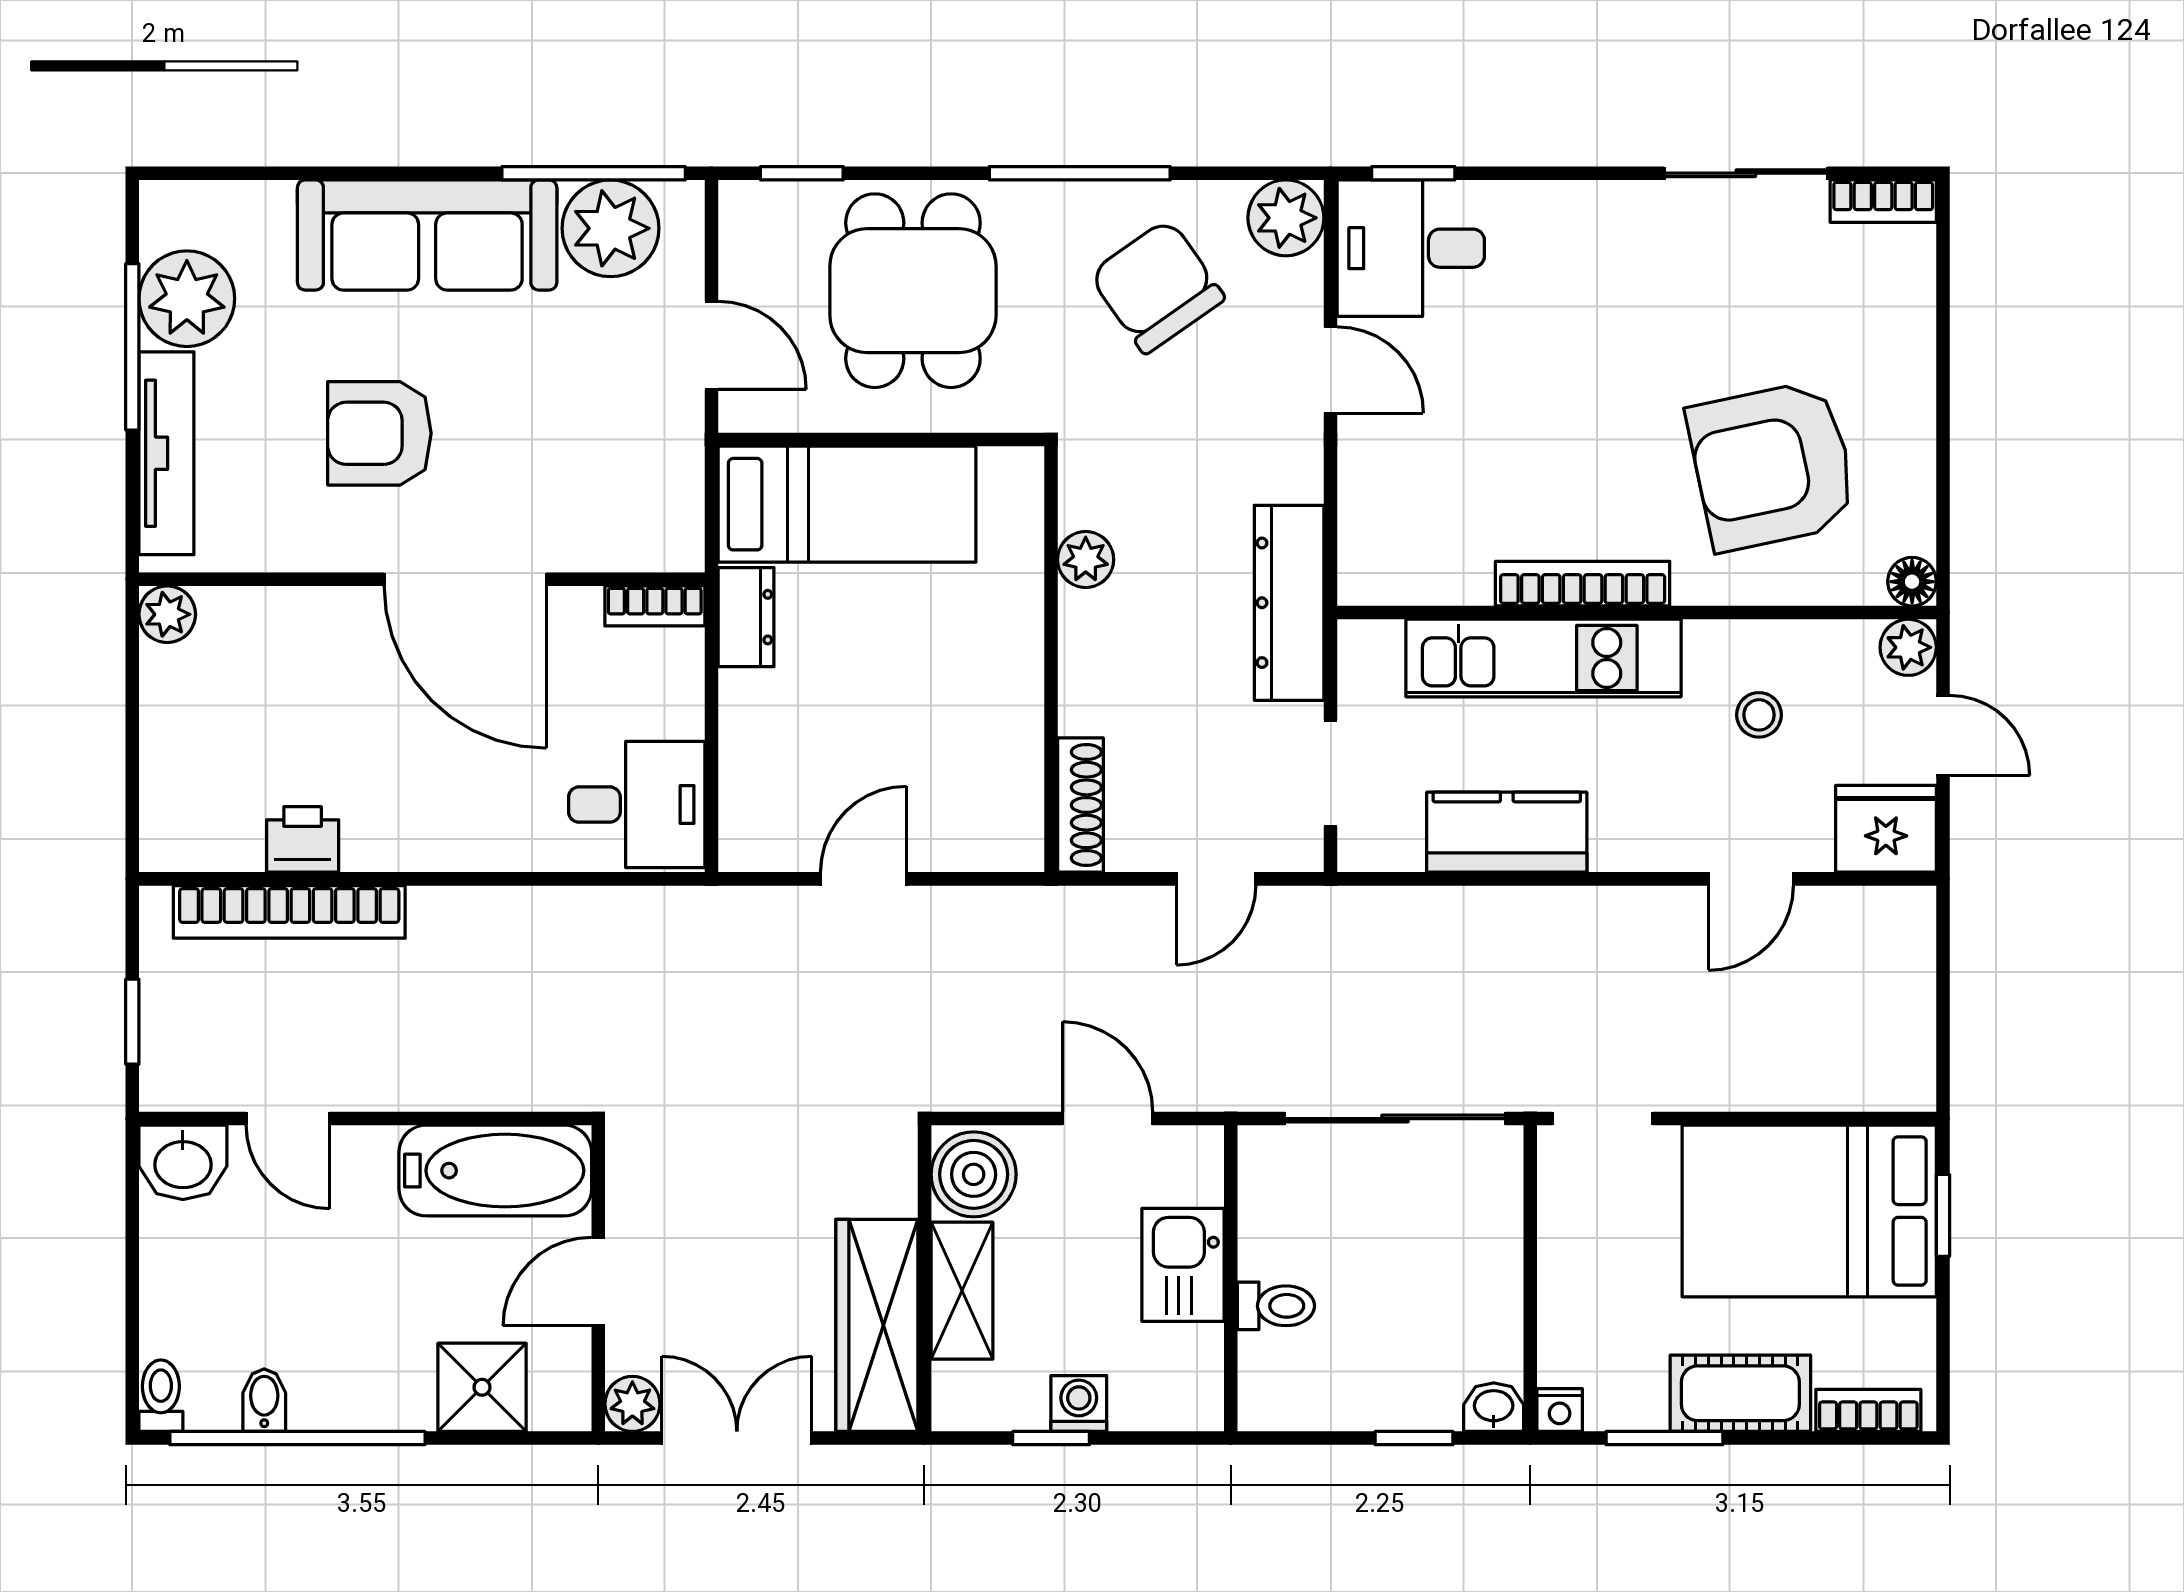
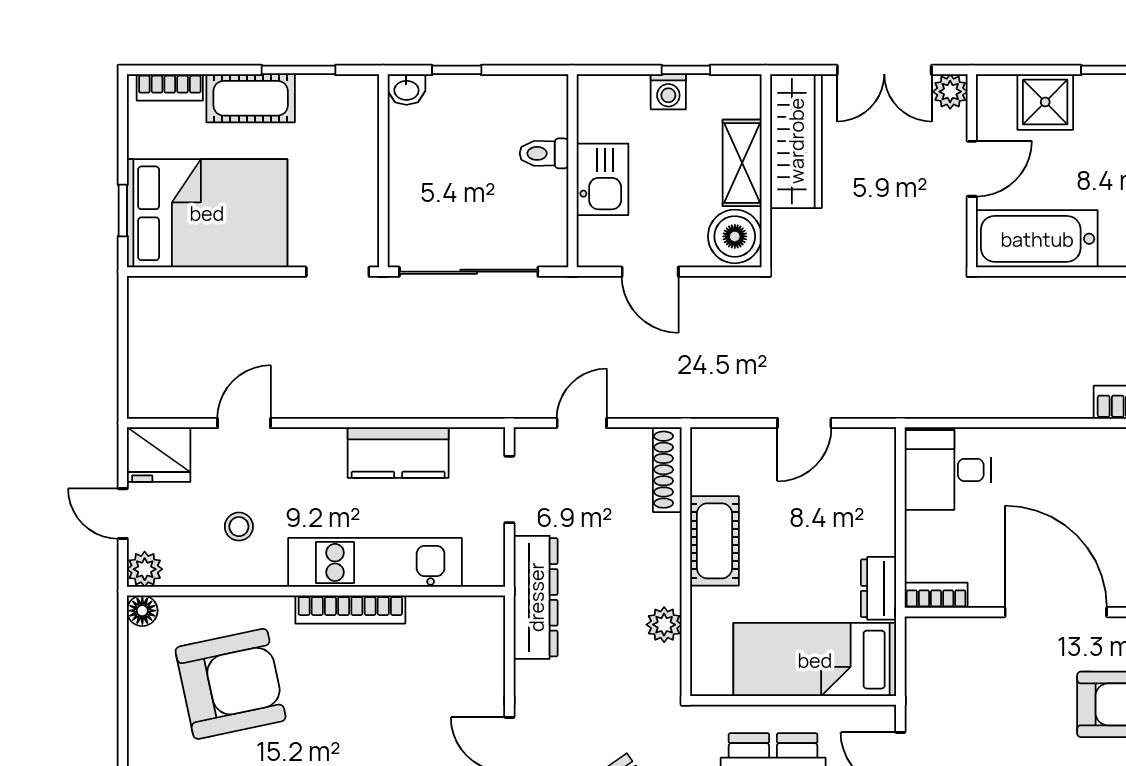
cot: (1006, 692) -> (714, 541), added
nightstand: (1560, 1410) -> (365, 88), removed

